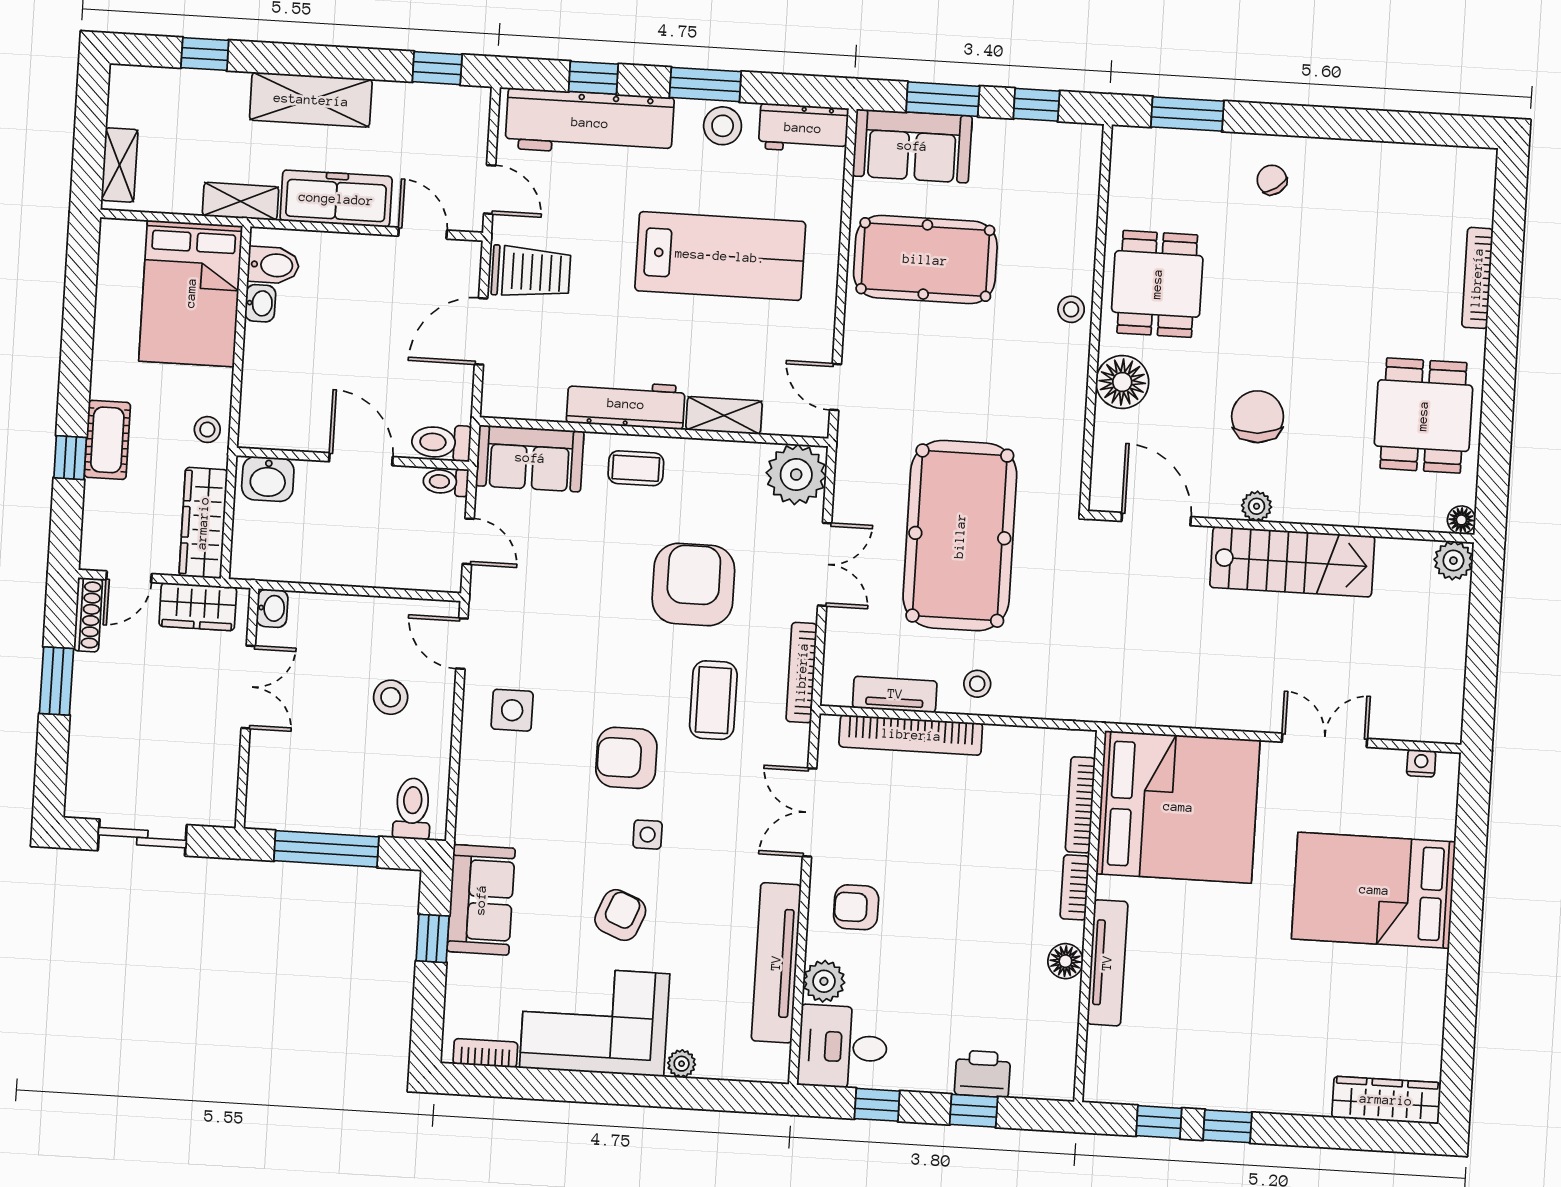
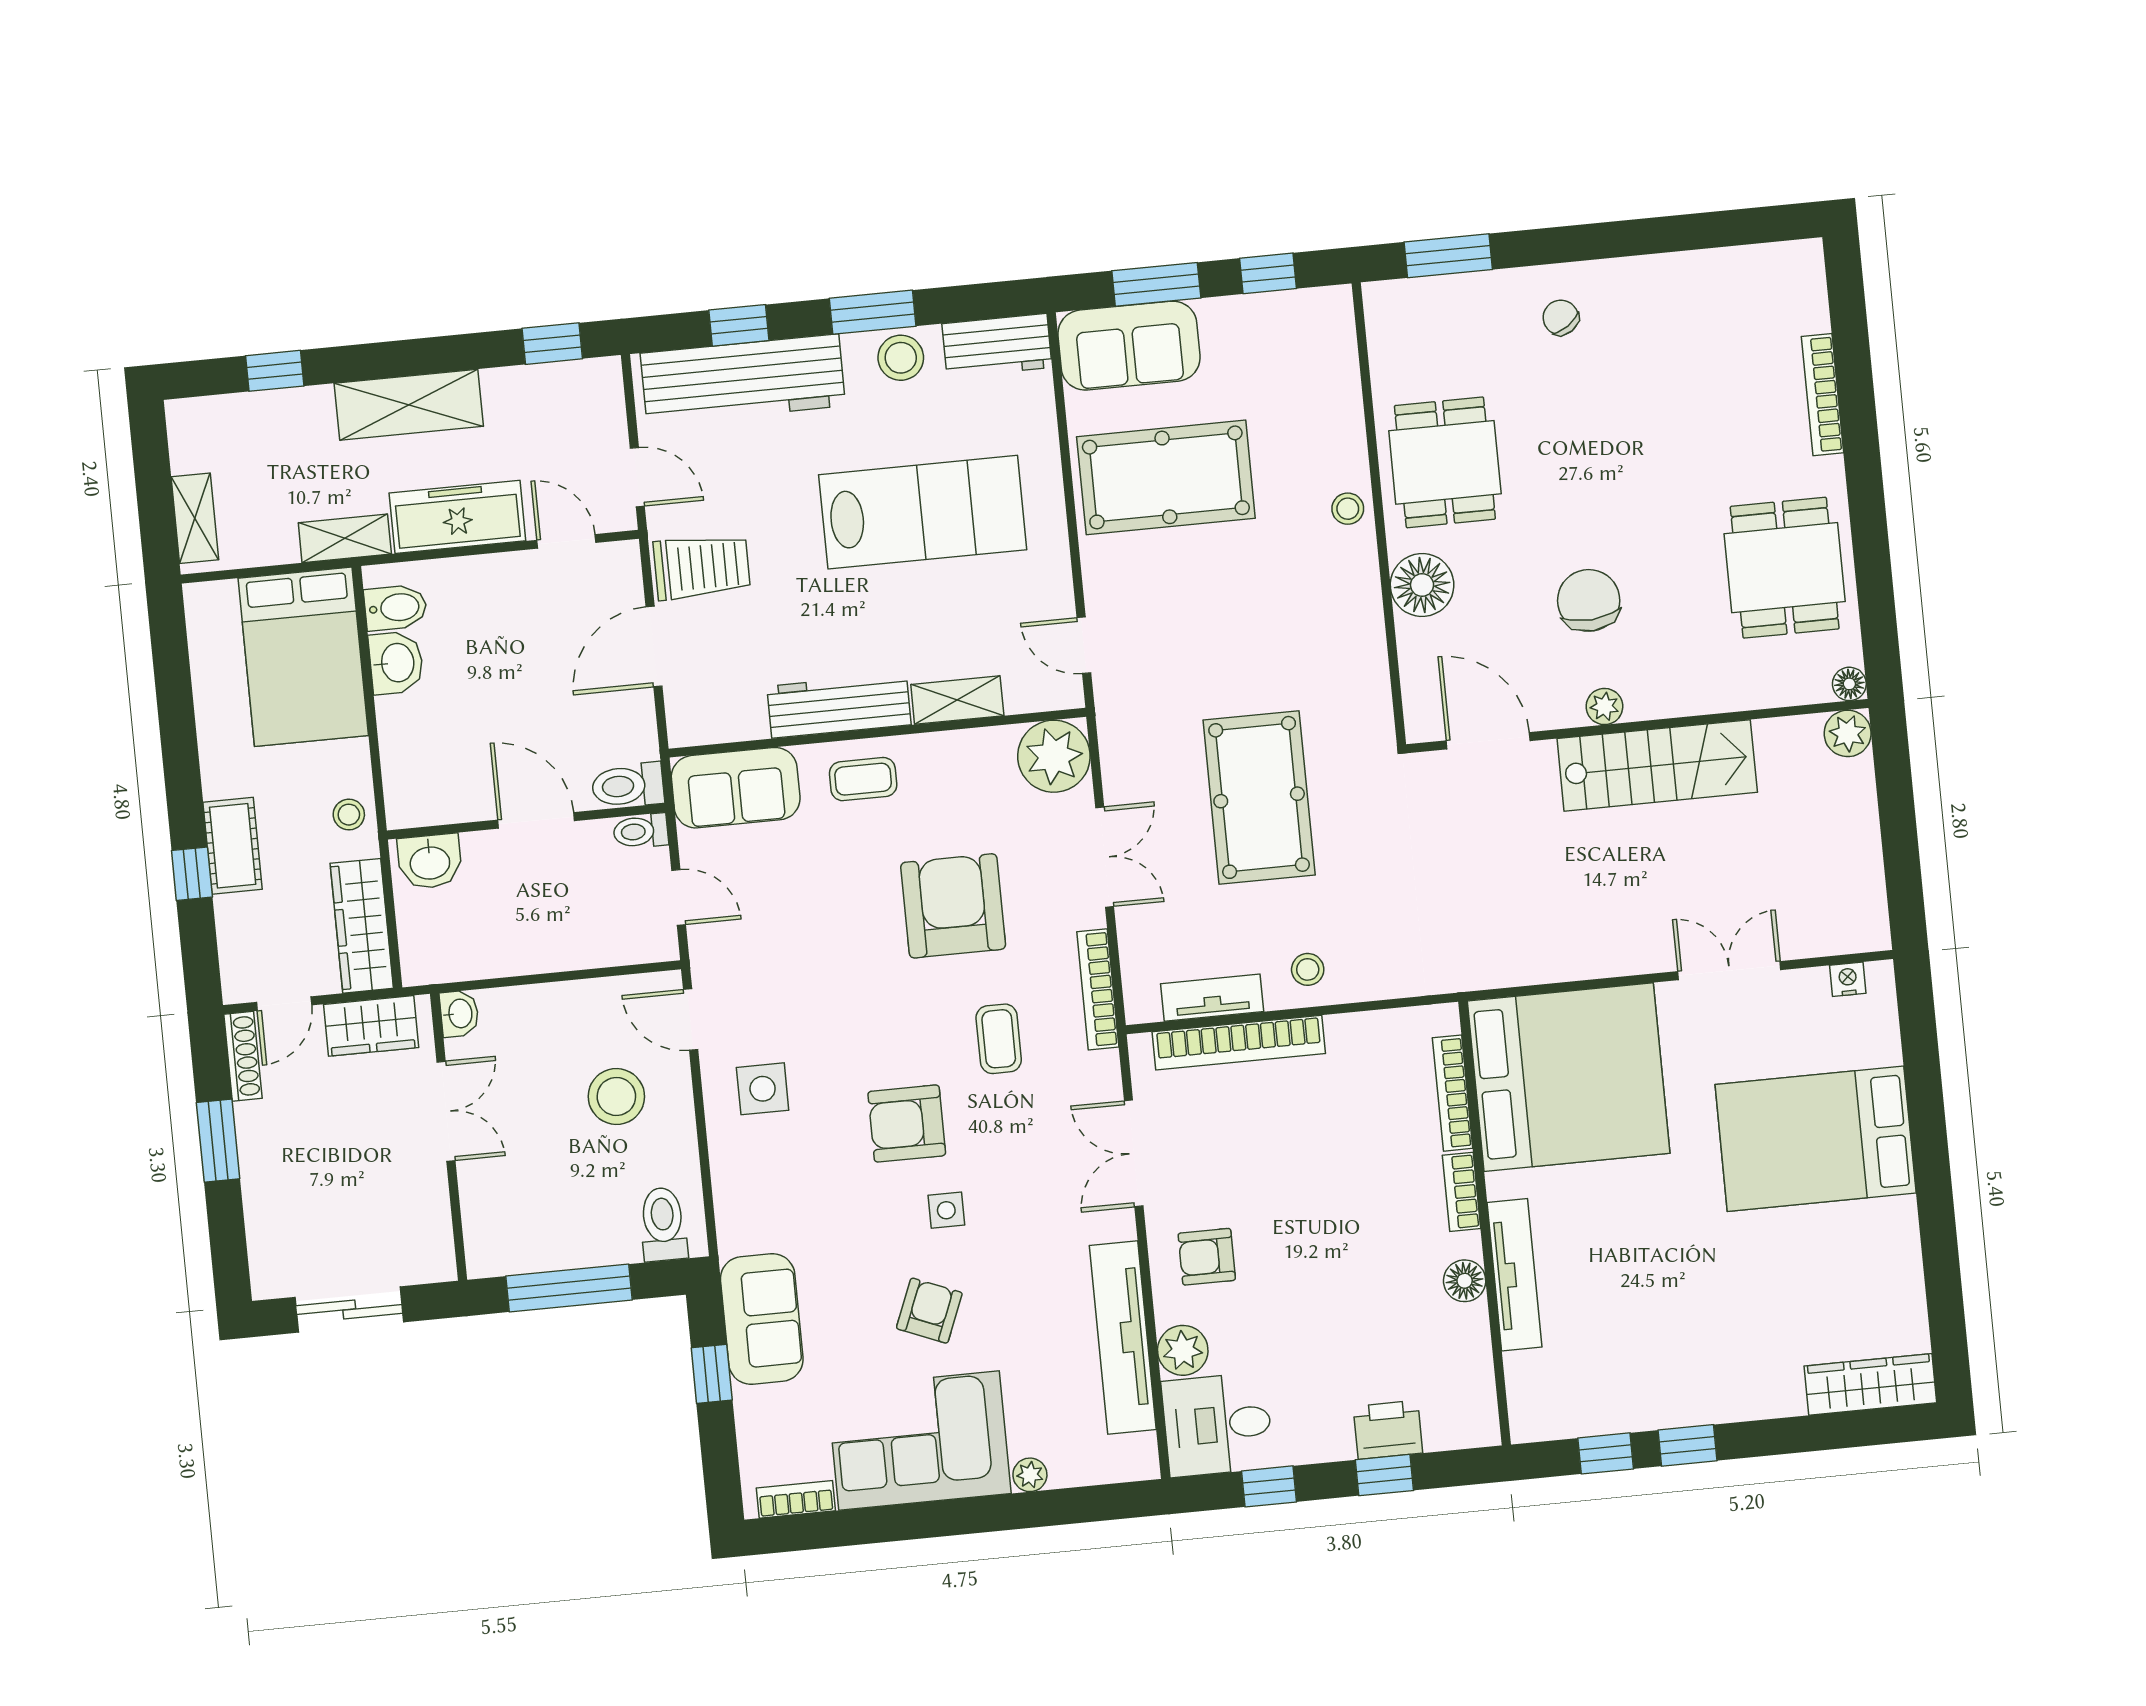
washbasin: (260, 303) -> (396, 663), width x1.38, depth x1.45
pool table: (960, 536) -> (1259, 797), width x0.73, depth x0.76
stool: (391, 697) -> (616, 1096), width x1.38, depth x1.38
coffee table: (713, 700) -> (999, 1039), width x0.73, depth x0.77

